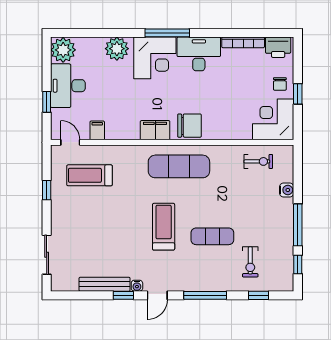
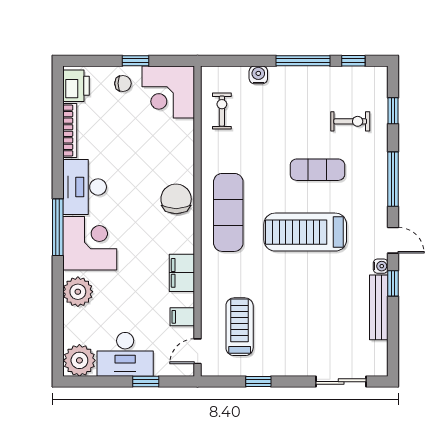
filing cabinet: (155, 130) -> (182, 273), moved
treadmill: (89, 175) -> (240, 327), turned 180
treadmill: (164, 227) -> (305, 232), width x1.37, depth x1.38
exercise mat: (212, 236) -> (317, 170), turned 90

